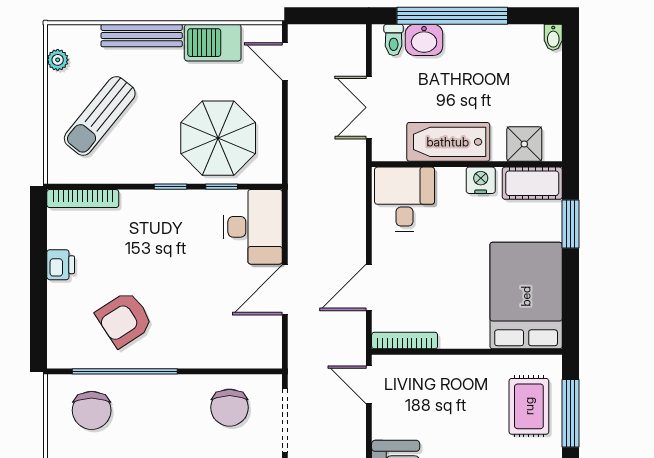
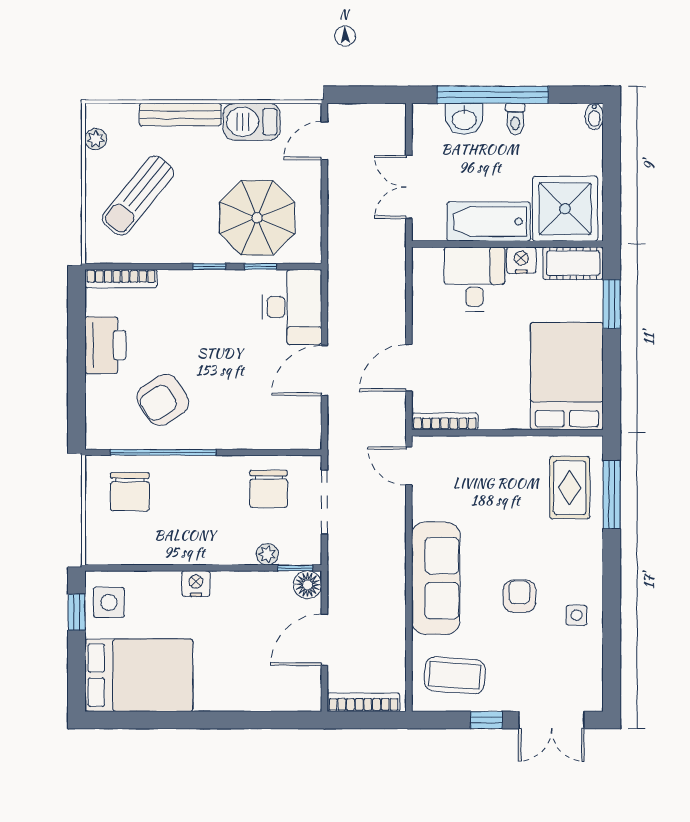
toilet: (394, 40) -> (515, 119), moved
door: (285, 61) -> (324, 141), hinge flipped
shower: (524, 144) -> (565, 209), width x1.86, depth x1.86
desk: (405, 199) -> (474, 279), moved
printer: (61, 265) -> (105, 345), width x1.87, depth x1.48

